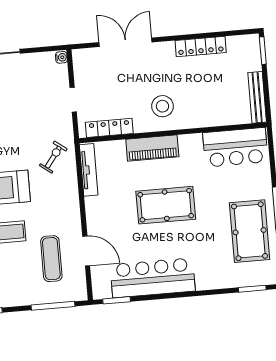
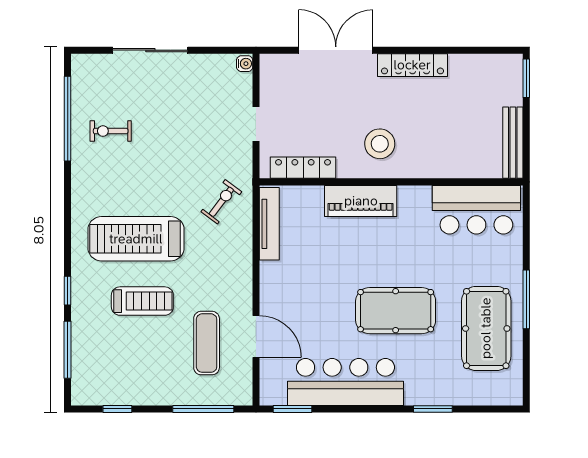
locker: (201, 47) -> (412, 65), moved
pool table: (166, 205) -> (396, 311), moved
window: (252, 289) -> (433, 409), moved

